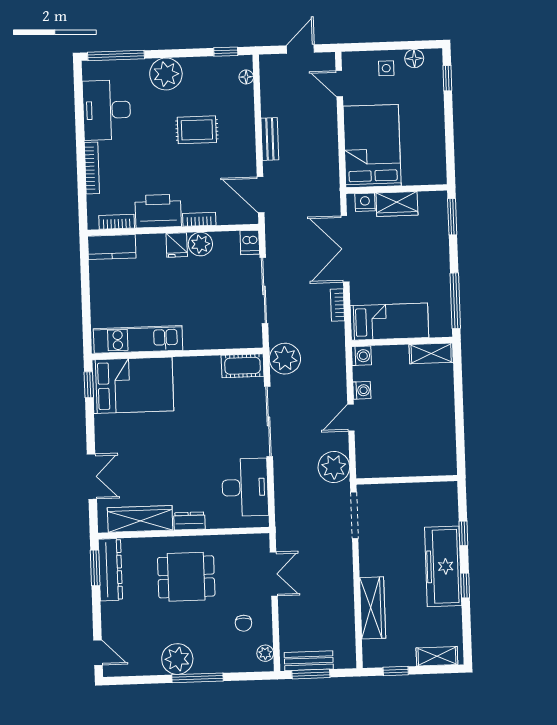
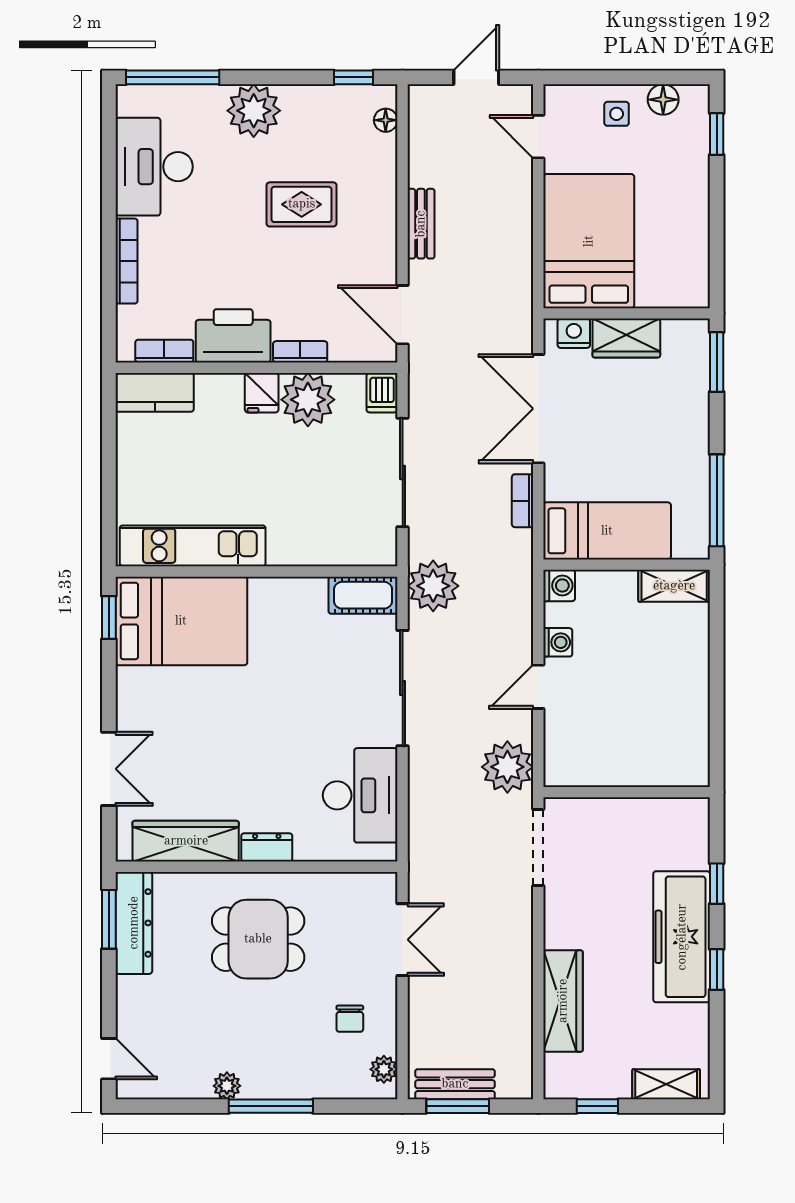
plant: (200, 244) -> (308, 400), width x1.36, depth x1.36
plant: (177, 659) -> (227, 1086), width x0.53, depth x0.53

